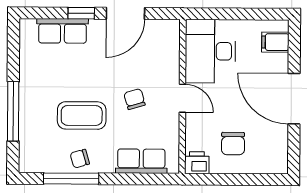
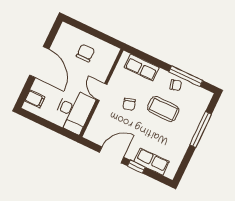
printer: (197, 163) -> (111, 52), removed

